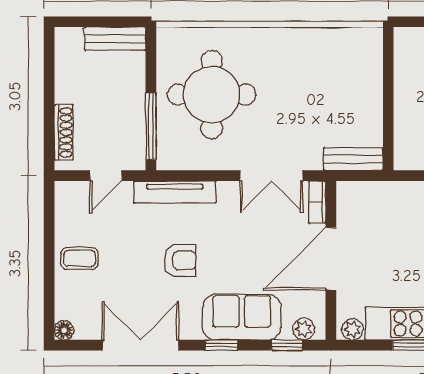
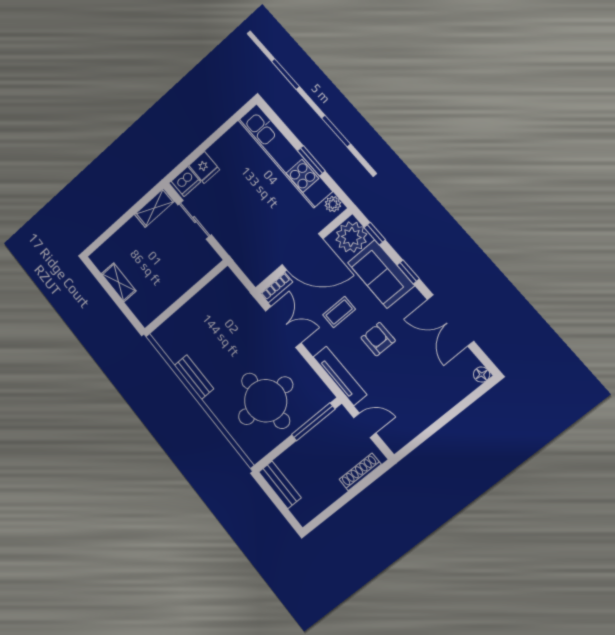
bench: (353, 159) -> (194, 377), moved
coffee table: (80, 258) -> (339, 312), moved, turned 90
plant: (304, 329) -> (351, 237), width x1.88, depth x1.88

